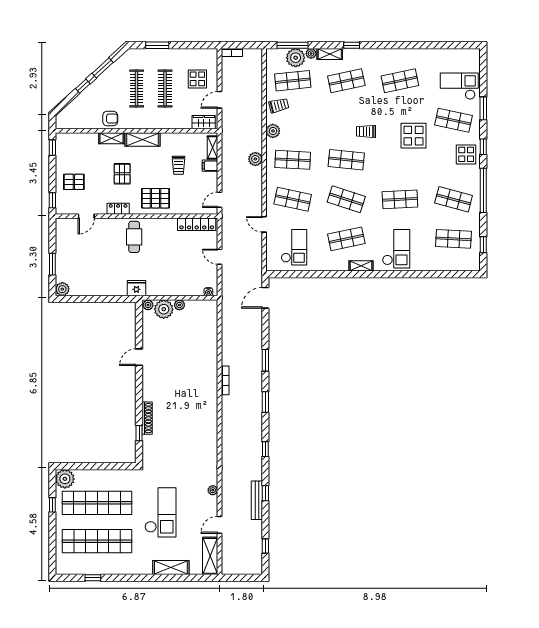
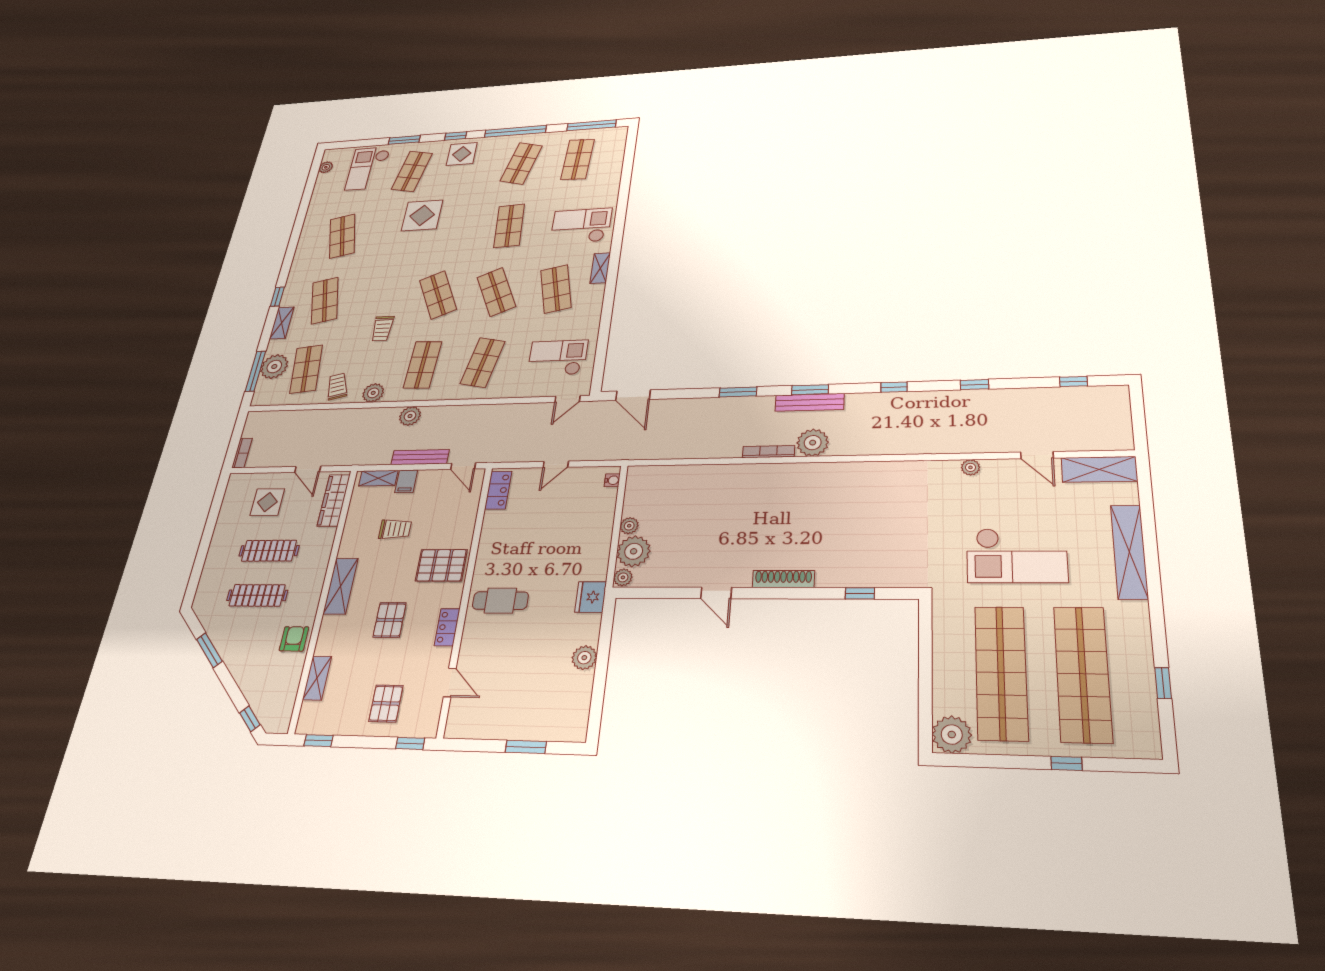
window: (157, 45) -> (199, 563), removed
plant: (311, 53) -> (326, 167), moved
window: (83, 86) -> (250, 719), moved
wardrobe: (204, 122) -> (334, 500), width x1.50
trolley: (366, 131) -> (382, 329), moved
shelving: (112, 138) -> (317, 678), moved
shop shelf: (346, 160) -> (438, 295), turned -30
bench: (226, 171) -> (420, 457), added
pallet: (122, 174) -> (390, 620), turned 90
pallet: (155, 198) -> (441, 565), turned 90
shop shelf: (346, 199) -> (496, 292), turned -42
locker: (197, 224) -> (498, 490), width x0.66
door: (264, 224) -> (568, 399), moved
window: (483, 245) -> (591, 125), width x2.17
plant: (62, 289) -> (584, 658), moved
plant: (230, 405) -> (813, 443), added
shoe rack: (147, 418) -> (783, 579), moved
bench: (257, 500) -> (810, 402), moved
window: (52, 505) -> (1066, 763), moved
checkout: (161, 512) -> (1017, 555), turned 180
shelving: (171, 567) -> (1129, 552), width x1.47

